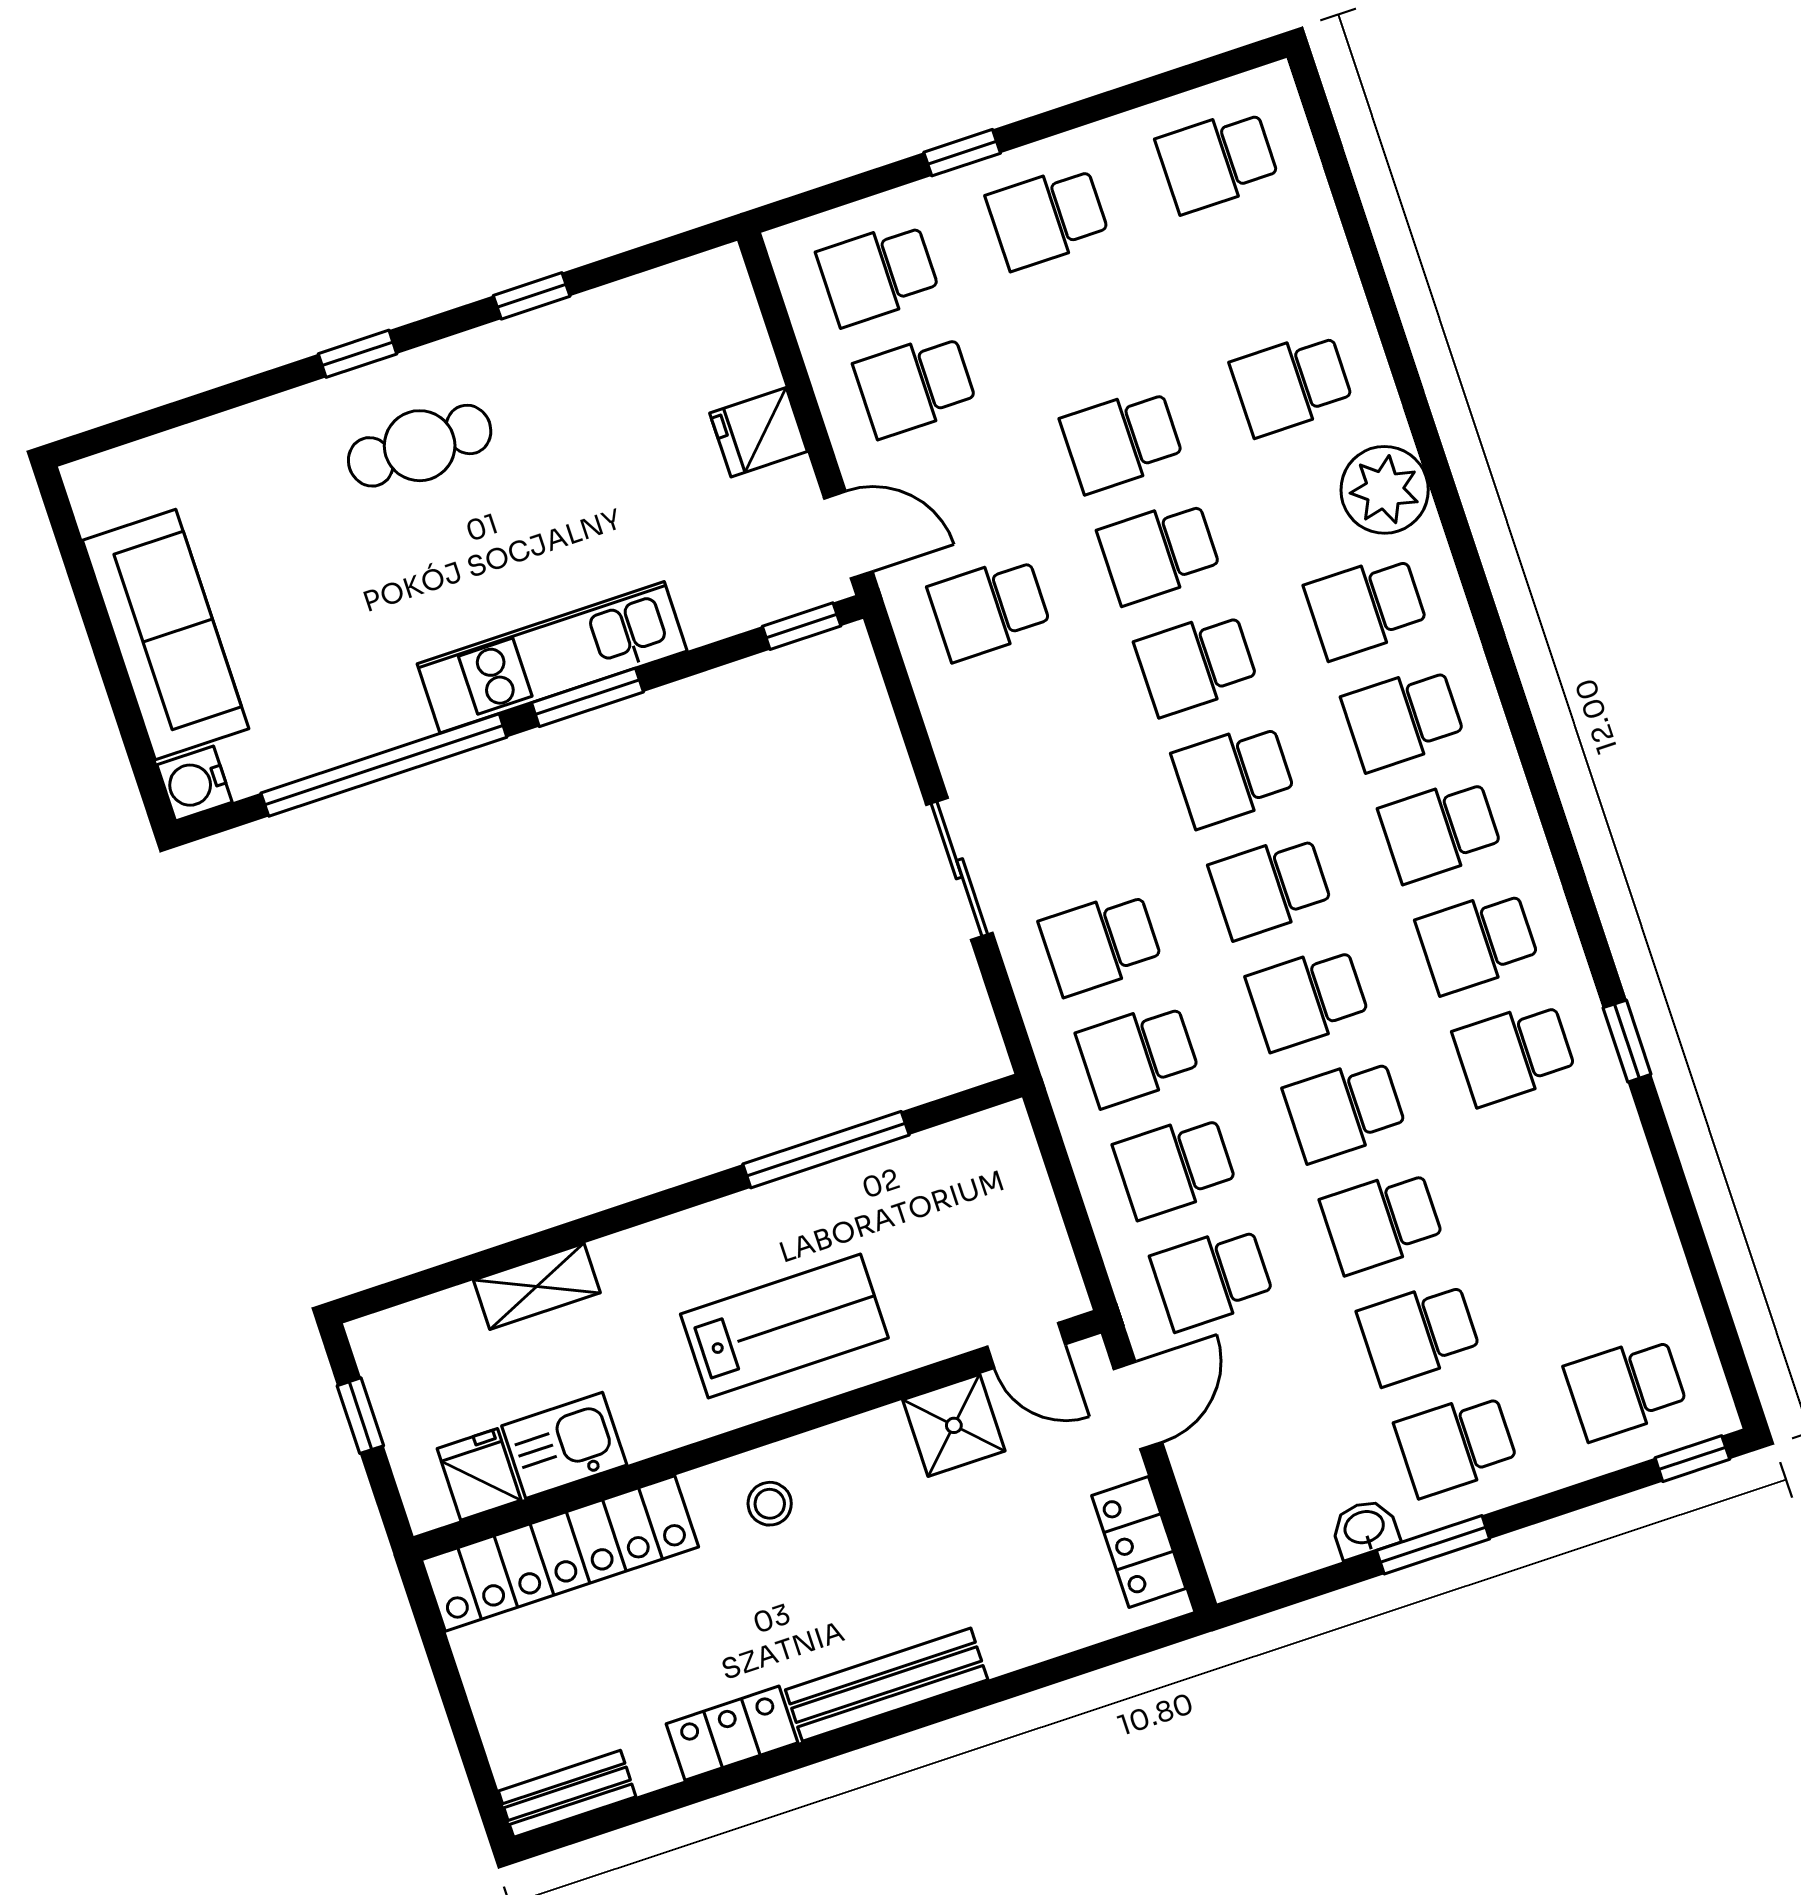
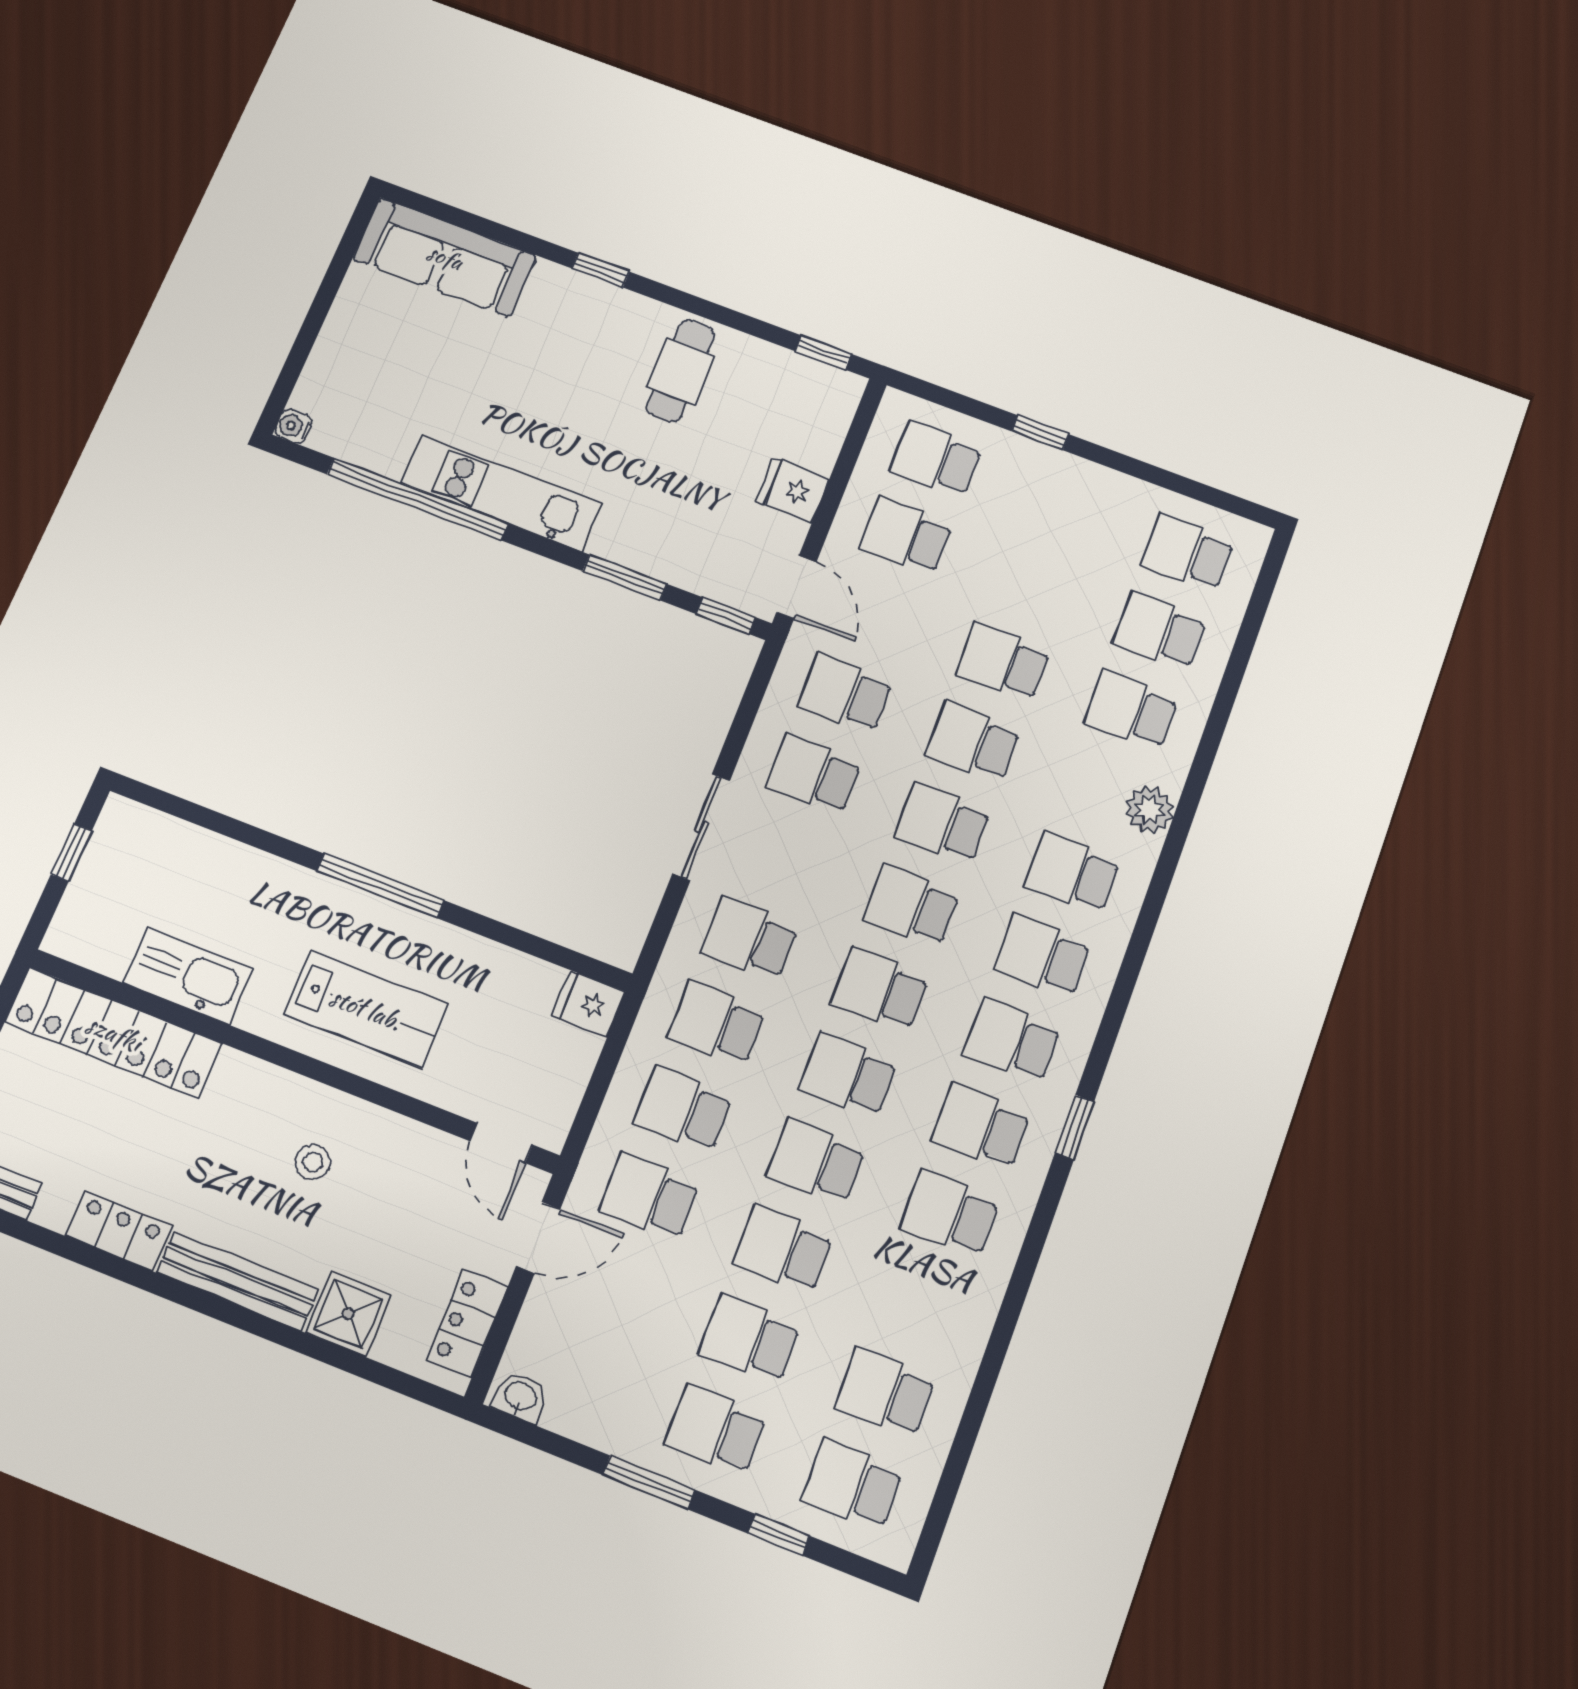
school desk: (1048, 217) -> (1159, 631), moved
window: (532, 296) -> (823, 352), moved
cafe table: (420, 446) -> (680, 371), moved, turned 90
plant: (1385, 490) -> (1150, 810), width x0.73, depth x0.73
sofa: (166, 635) -> (445, 257), moved, turned 90
kitchen unit: (552, 657) -> (501, 493), moved
window: (587, 697) -> (625, 577), moved
school desk: (1026, 720) -> (814, 774), added
water cooler: (195, 784) -> (293, 426), width x0.72, depth x0.72
window: (1627, 1041) -> (1075, 1127), moved
window: (826, 1150) -> (380, 886), moved
school desk: (1589, 1276) -> (885, 1393), added
shelving: (537, 1286) -> (241, 864), removed
shower: (954, 1425) -> (348, 1314), moved
kitchen sink: (564, 1445) -> (188, 976), width x1.38
window: (1692, 1459) -> (779, 1535), moved
fridge: (479, 1474) -> (589, 1004), moved, turned -90
stool: (770, 1504) -> (313, 1162), moved
washbasin: (1365, 1529) -> (520, 1397), moved

